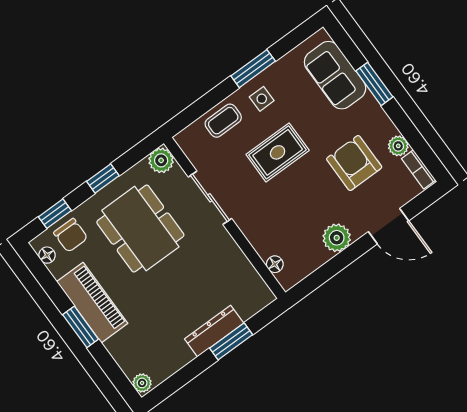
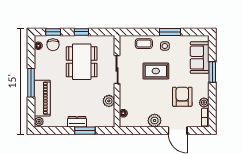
plant: (161, 160) -> (109, 101), moved
piano: (92, 303) -> (42, 98), moved
window: (81, 327) -> (31, 83), width x1.44
dresser: (214, 331) -> (77, 122), width x0.70

